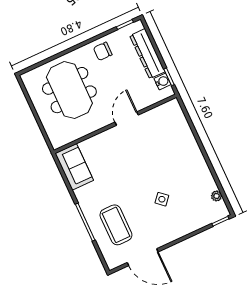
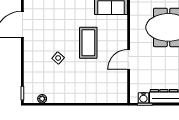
door: (127, 119) -> (129, 59), swing flipped
coffee table: (116, 225) -> (88, 43), moved, turned 90

